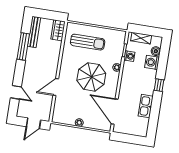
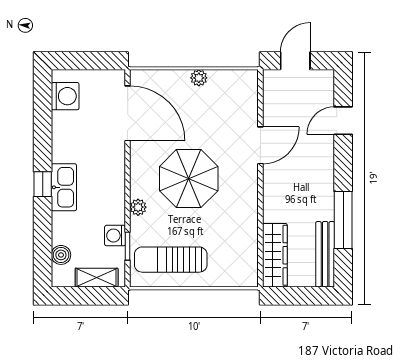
wardrobe: (58, 30) -> (275, 255), width x1.50
sun lounger: (88, 42) -> (171, 260), moved
washing machine: (152, 62) -> (65, 96), moved
door: (16, 92) -> (343, 121), hinge flipped
kitchen sink: (146, 106) -> (64, 187), moved

